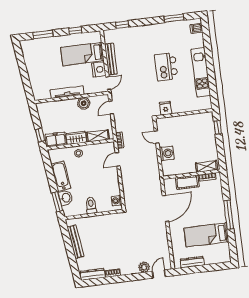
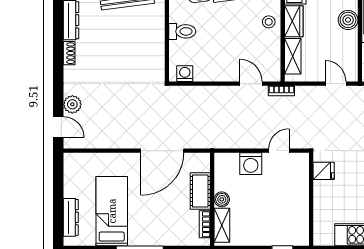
boiler: (84, 103) -> (348, 20), moved
boiler: (191, 168) -> (222, 199), added
door: (165, 209) -> (162, 151), hinge flipped
dresser: (192, 262) -> (71, 217), moved

